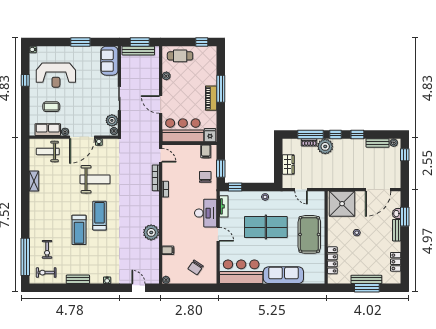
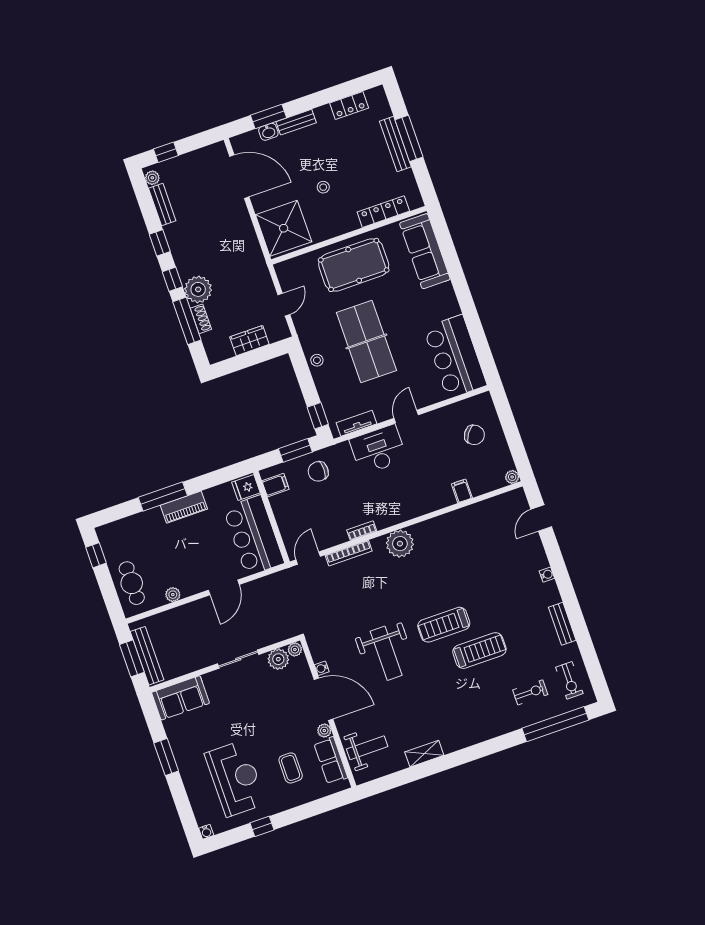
weight bench: (48, 151) -> (367, 748), turned -90
weight bench: (95, 179) -> (386, 653), turned 180
plant: (151, 232) -> (400, 544), moved
sofa: (283, 275) -> (425, 251), moved

